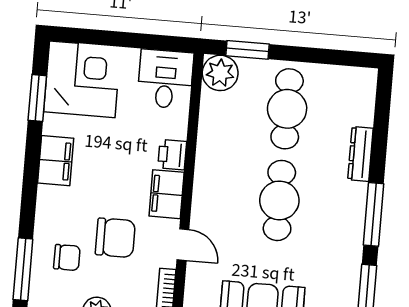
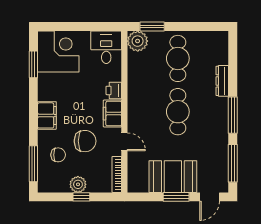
filing cabinet: (56, 161) -> (47, 115), moved

